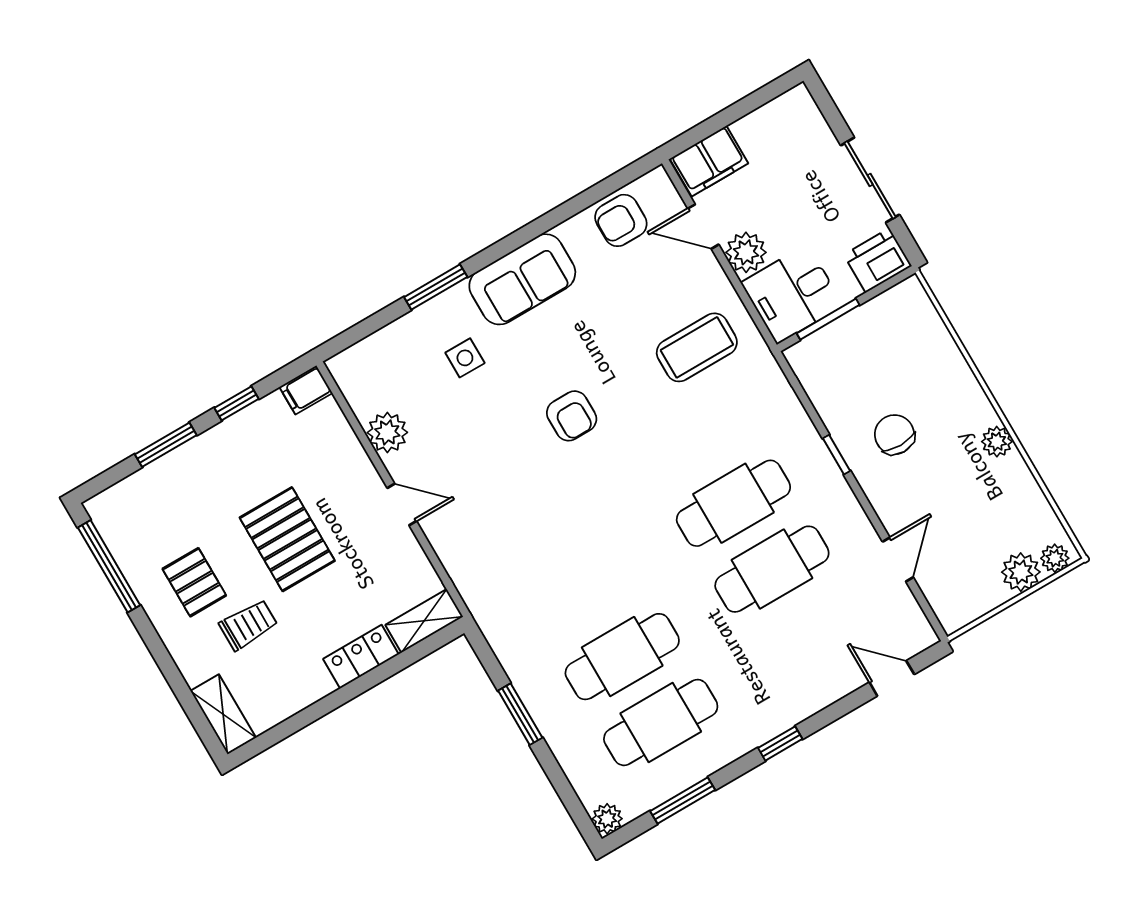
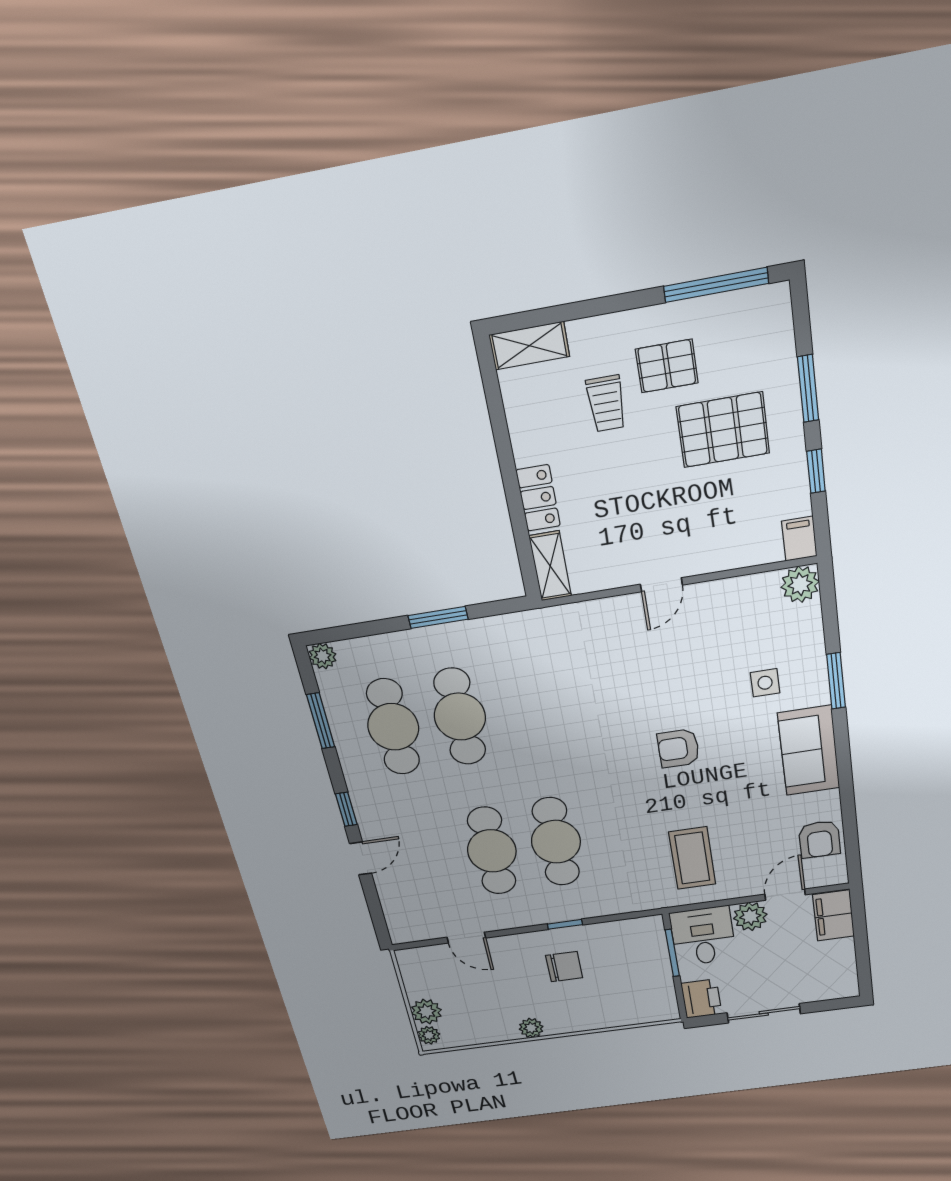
armchair: (621, 220) -> (819, 839), turned 180
plant: (387, 432) -> (800, 584), moved
pallet: (287, 539) -> (723, 430), moved
door: (892, 678) -> (361, 858), moved

